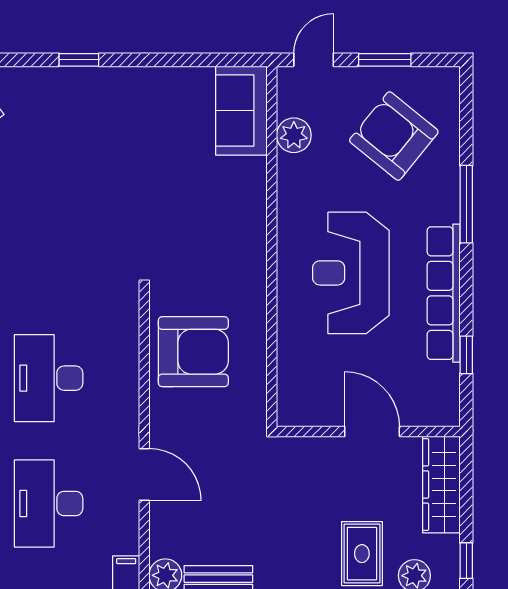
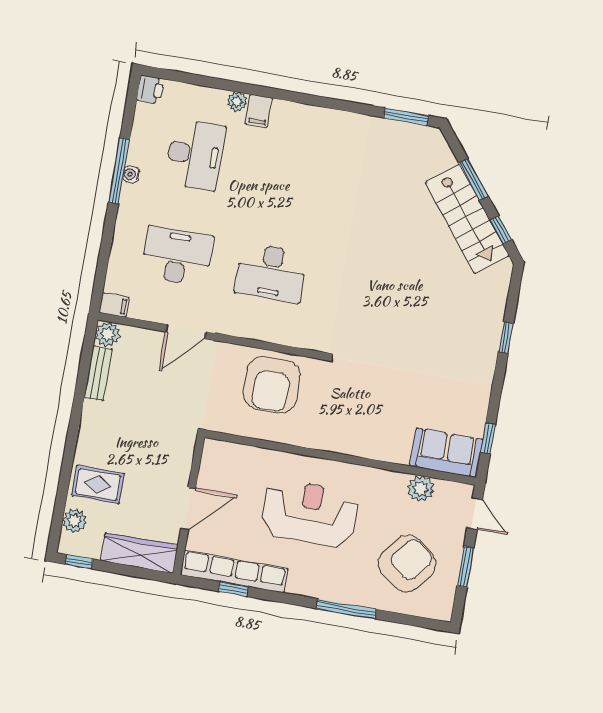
window: (214, 60) -> (488, 439), added
row of seats: (444, 293) -> (234, 572), moved
desk: (49, 378) -> (271, 273), turned 180

